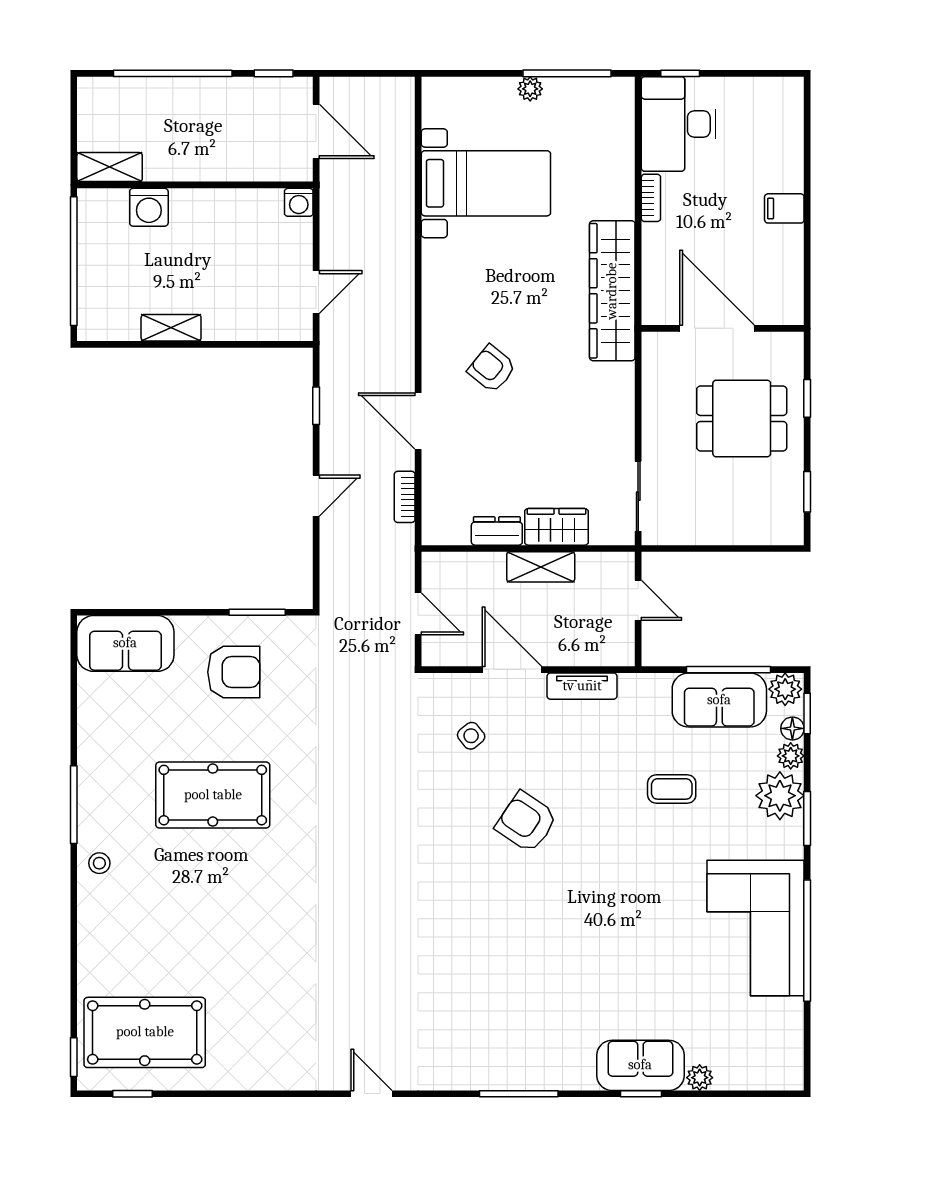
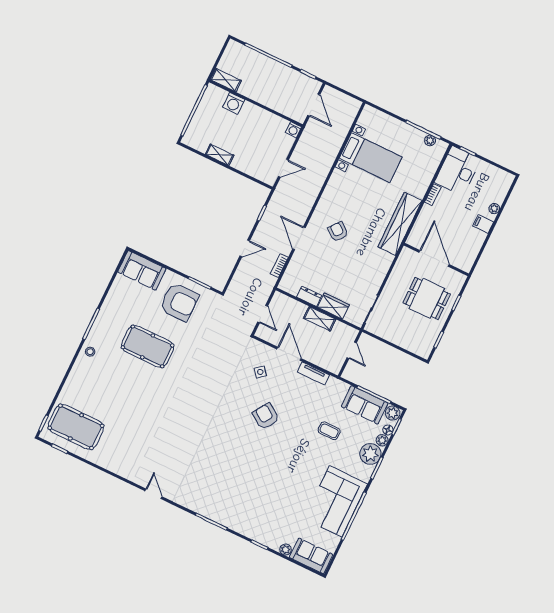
plant: (530, 89) -> (430, 140), moved
plant: (792, 166) -> (494, 209), added
armchair: (234, 672) -> (179, 302), width x1.36, depth x1.36
sofa: (640, 1065) -> (311, 556), moved

